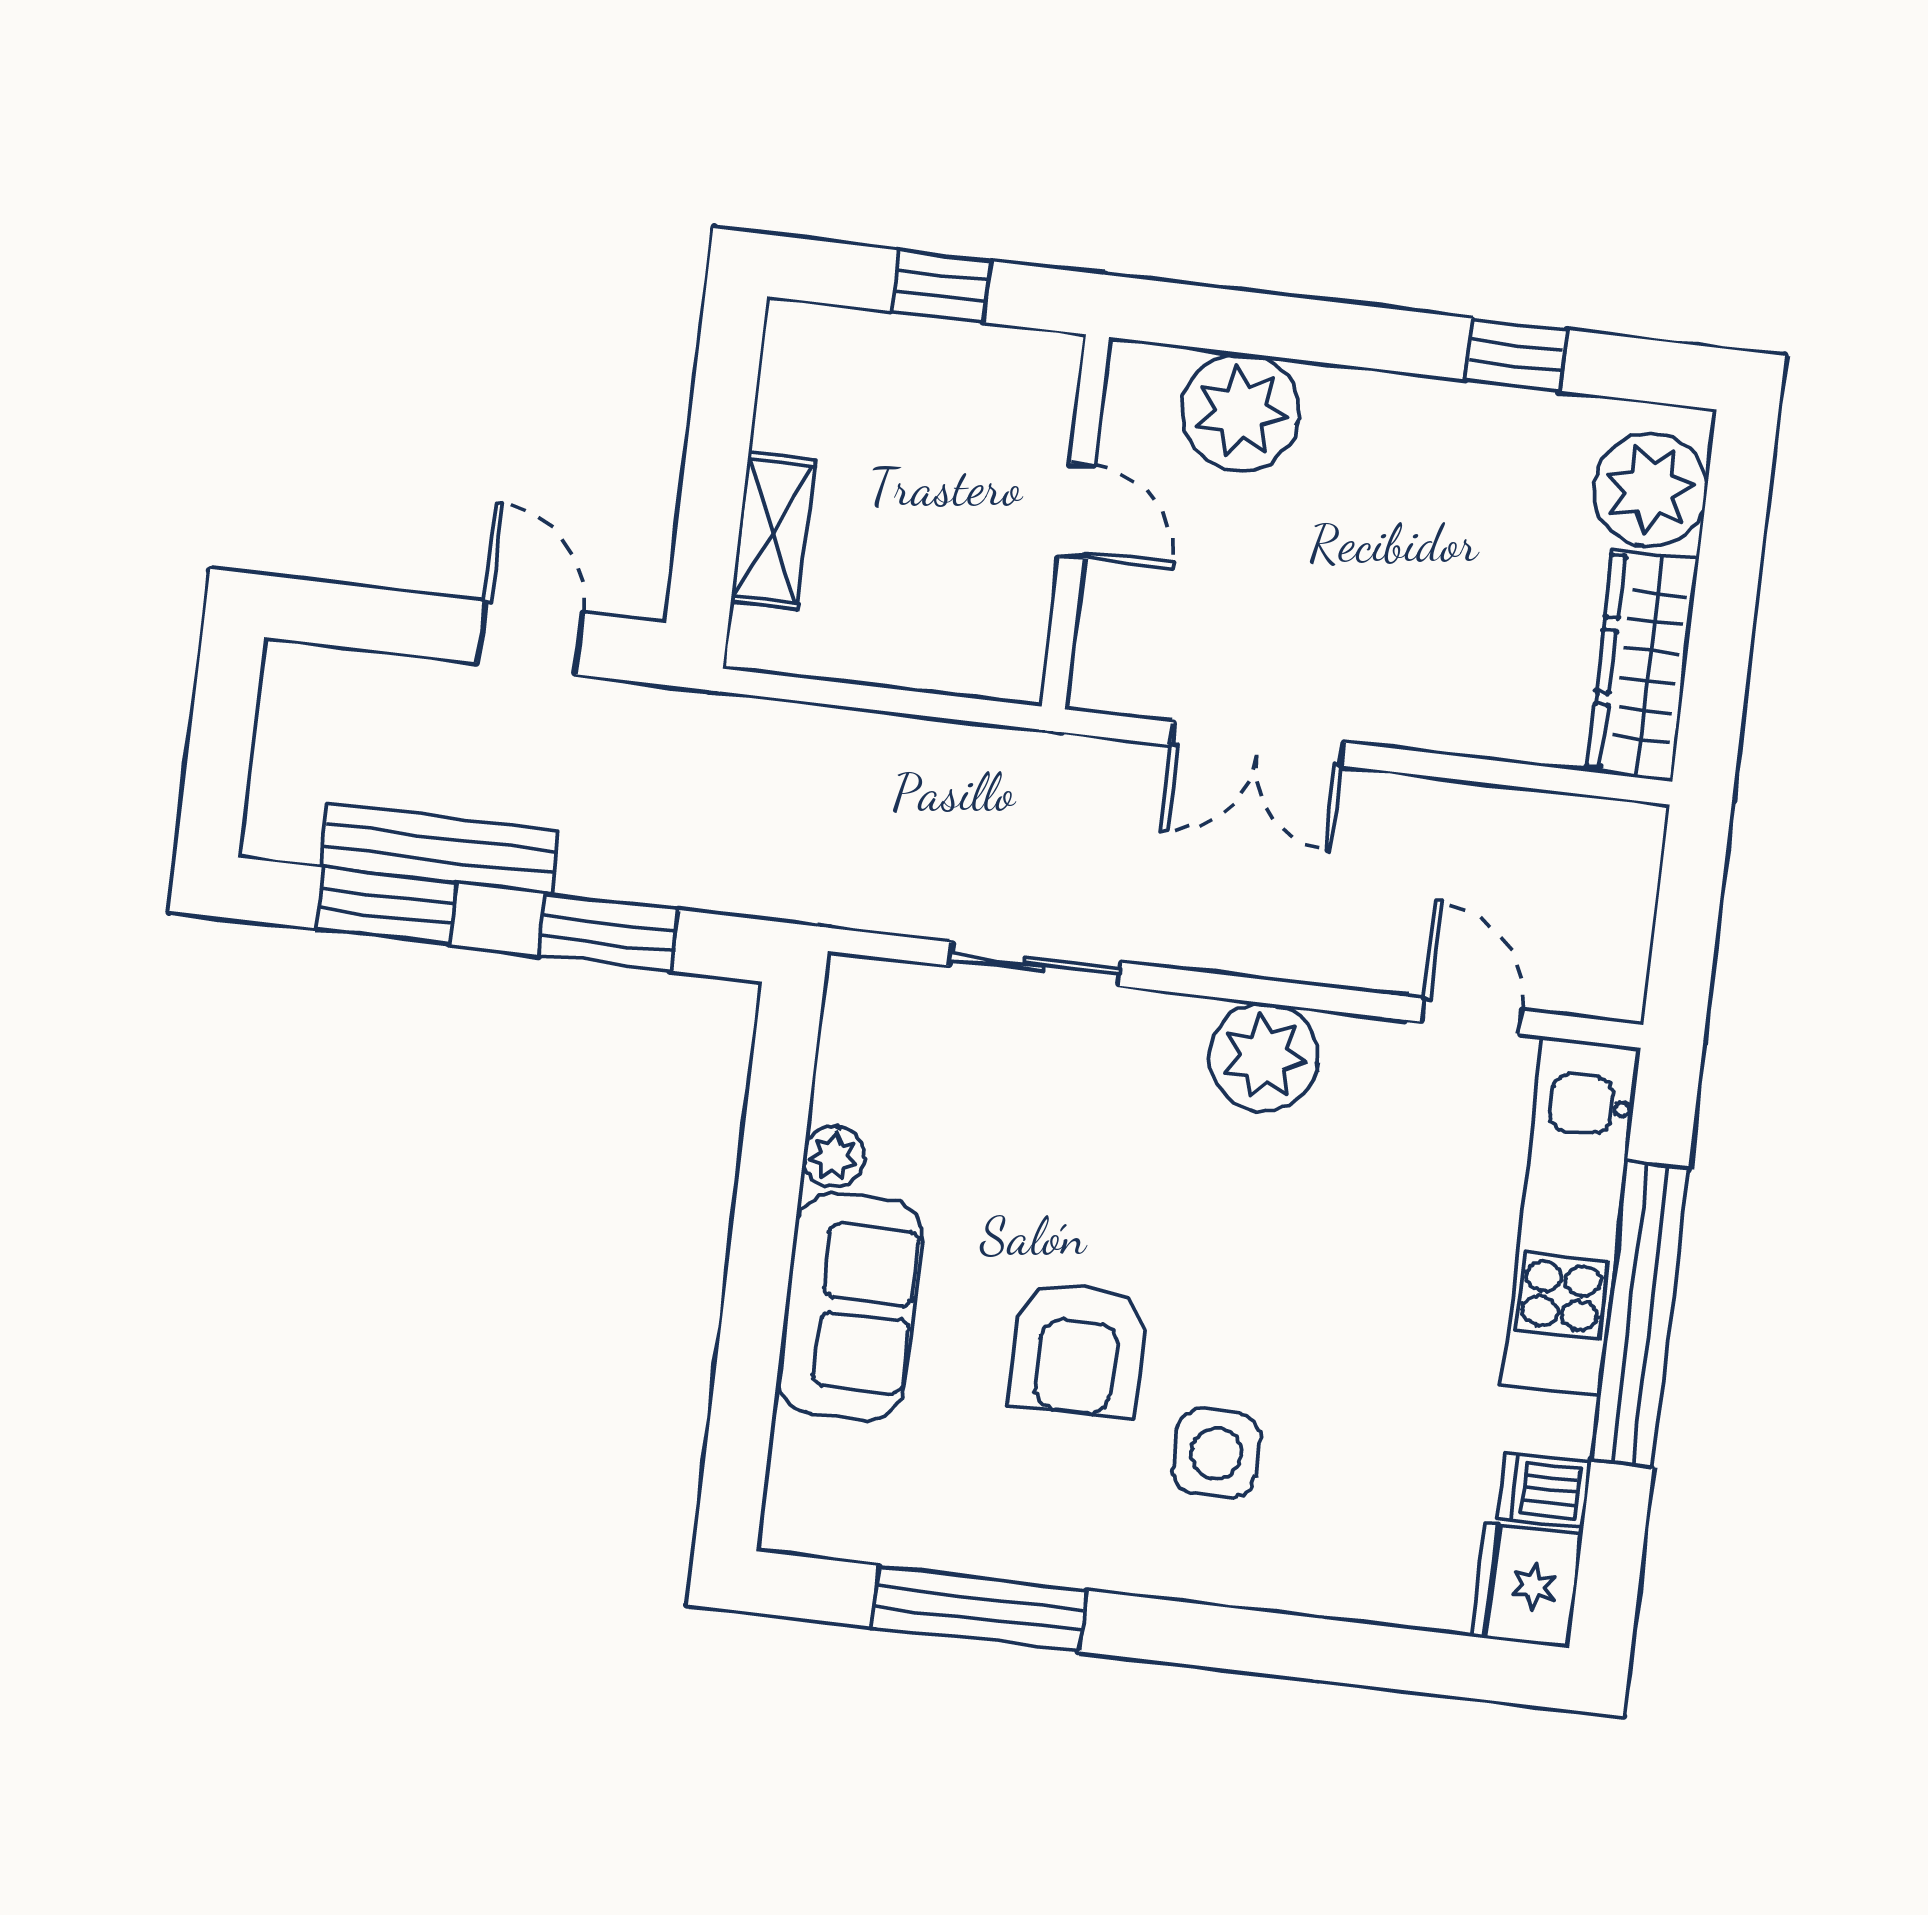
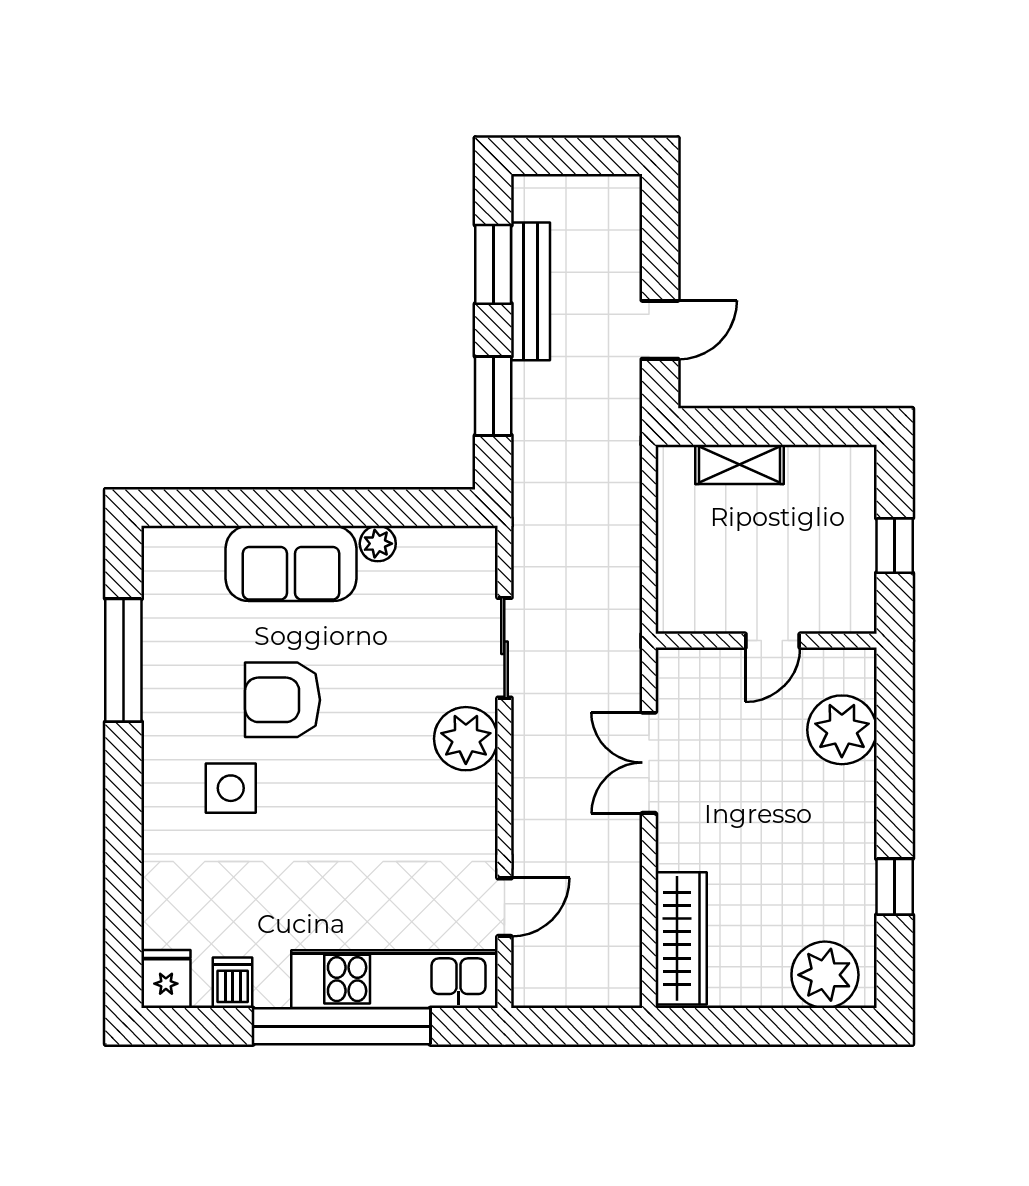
wardrobe: (1643, 665) -> (681, 938), moved, turned 90
plant: (1264, 1057) -> (466, 739), moved
fridge: (1527, 1585) -> (166, 979), width x0.72

